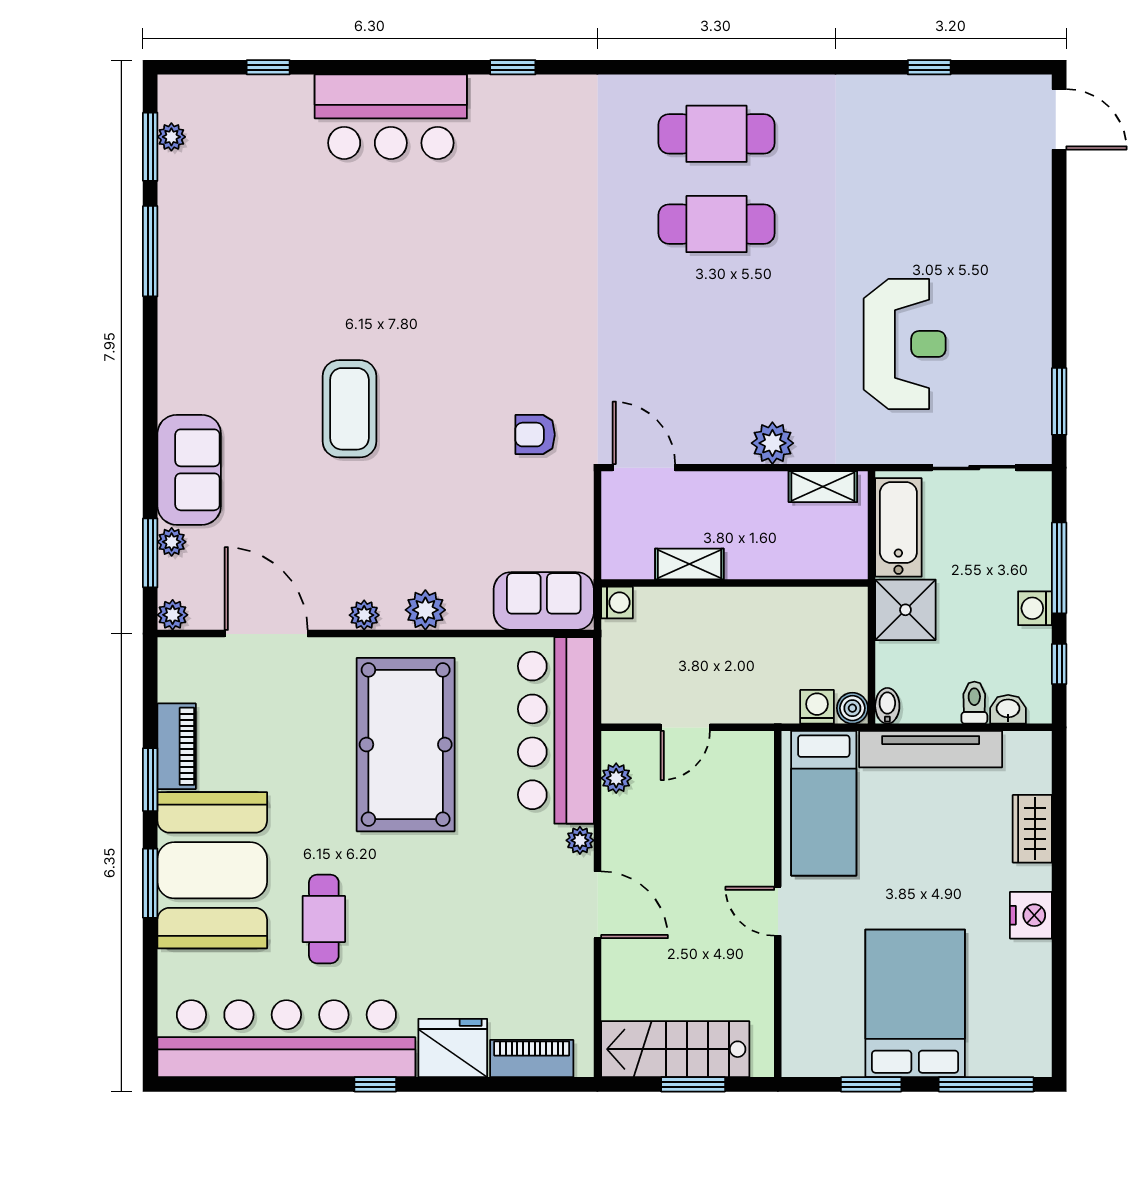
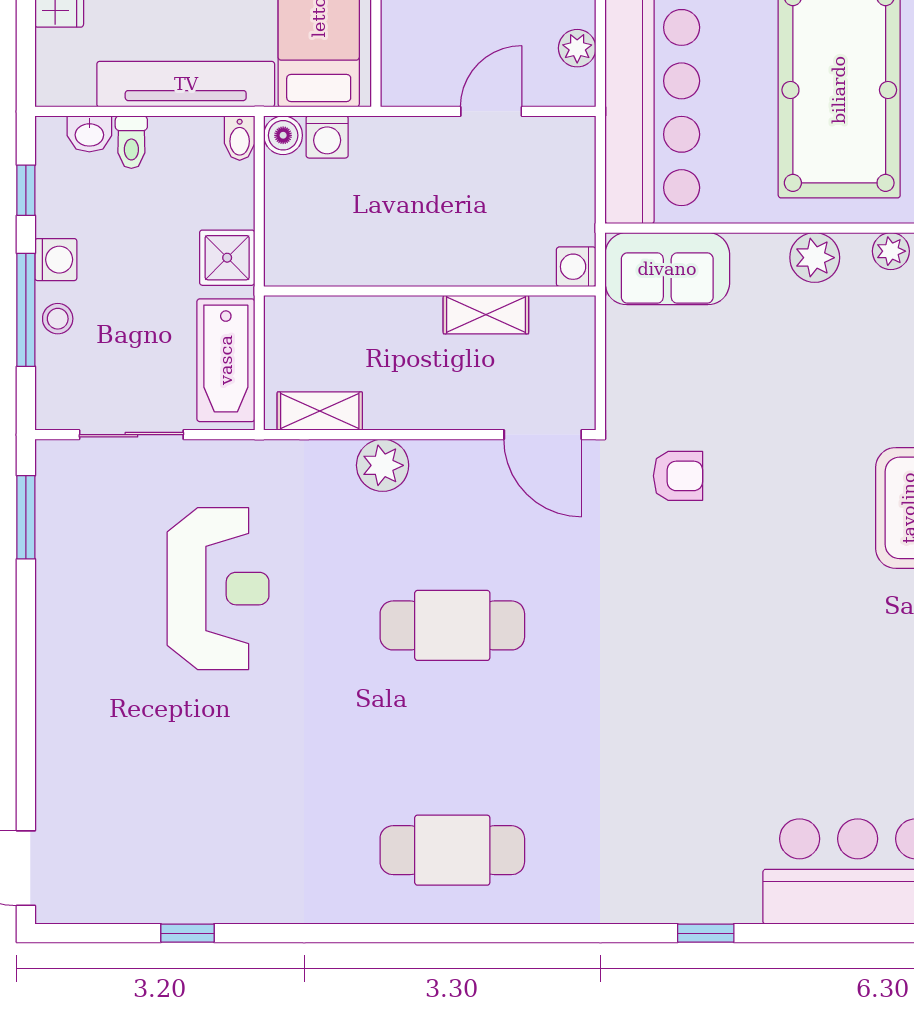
cafe table: (716, 224) -> (452, 625), moved
reception desk: (905, 344) -> (218, 589), turned 180
stool: (1033, 561) -> (58, 319), added
shower: (905, 610) -> (227, 258), width x0.73, depth x0.73

